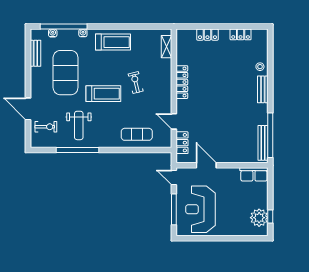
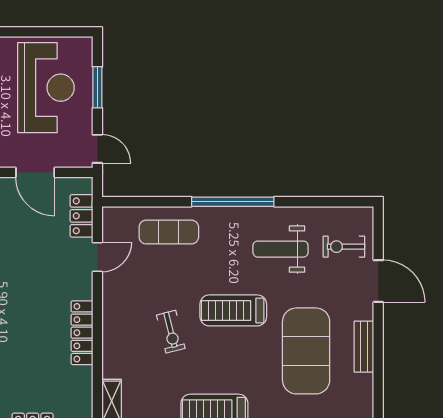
bench: (35, 53) -> (364, 347), moved
door: (174, 121) -> (97, 257), hinge flipped
weight bench: (79, 125) -> (281, 249), turned -90
window: (78, 150) -> (233, 202), moved
window: (174, 209) -> (97, 87), width x0.69

